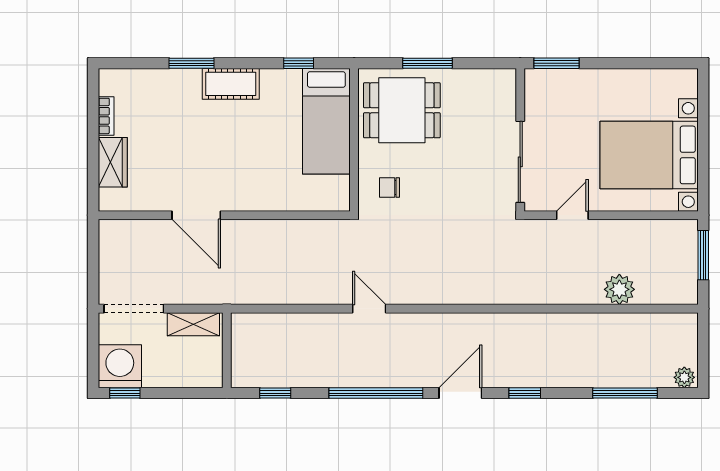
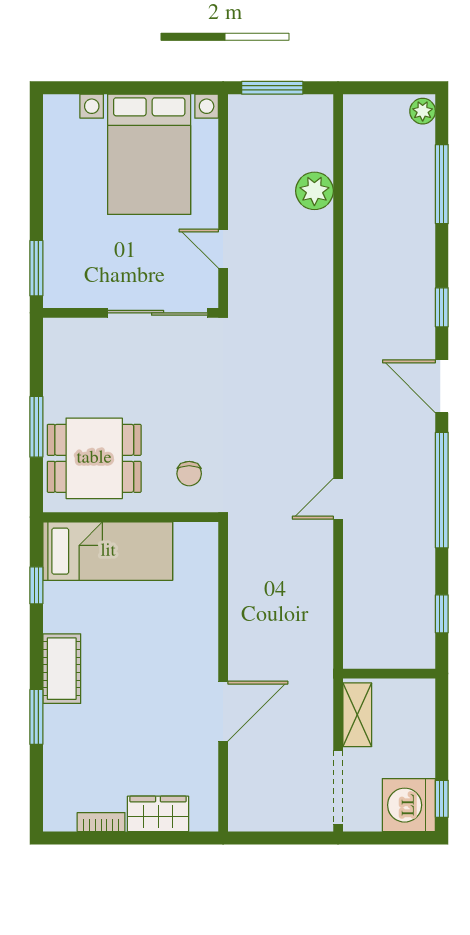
dining table: (402, 110) -> (94, 458), turned 90

